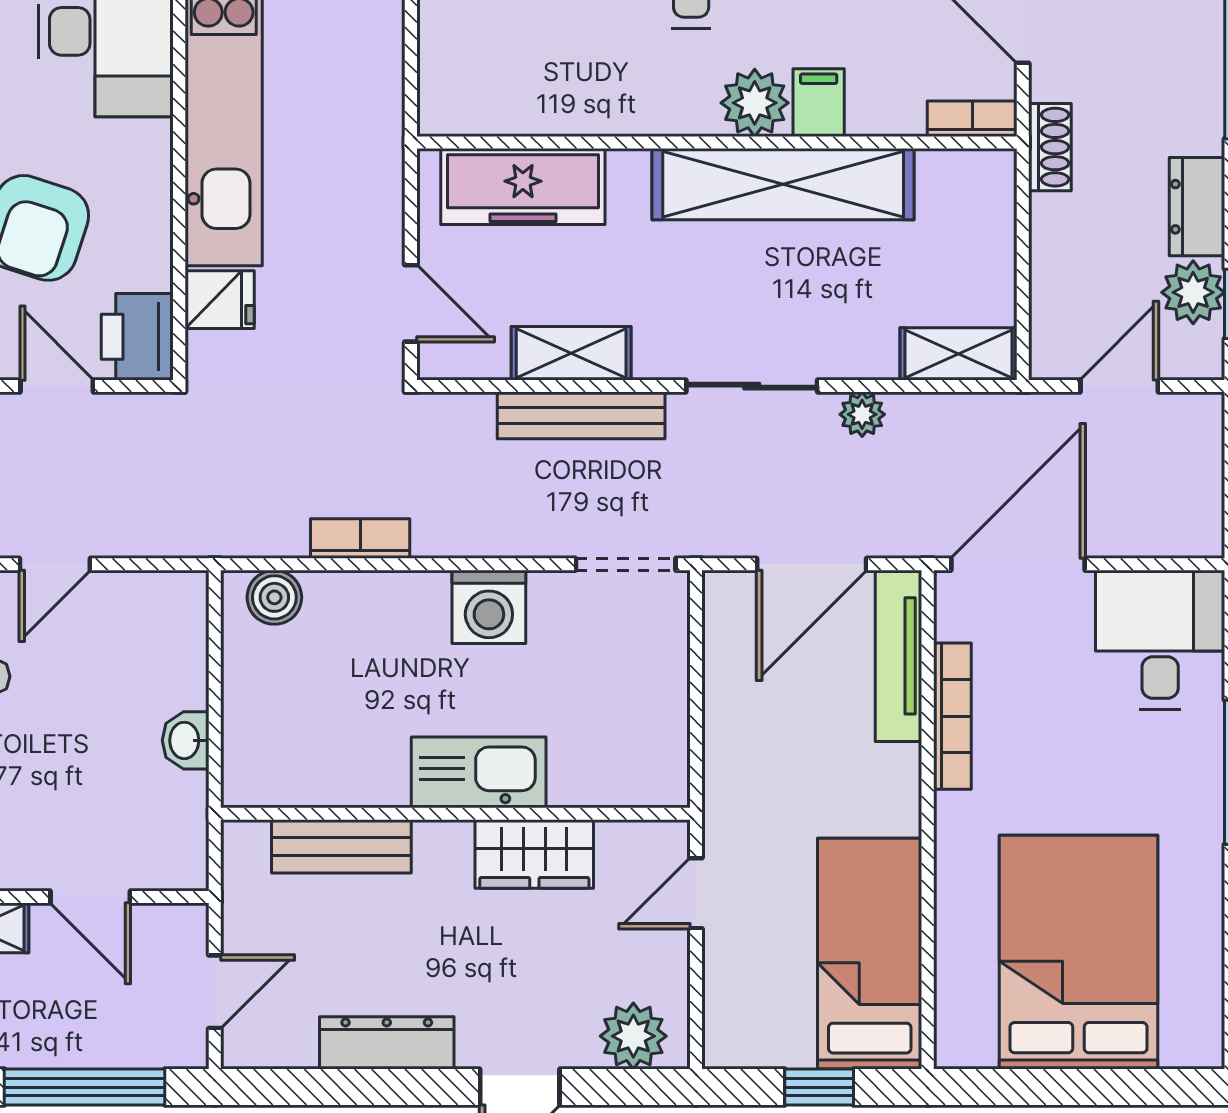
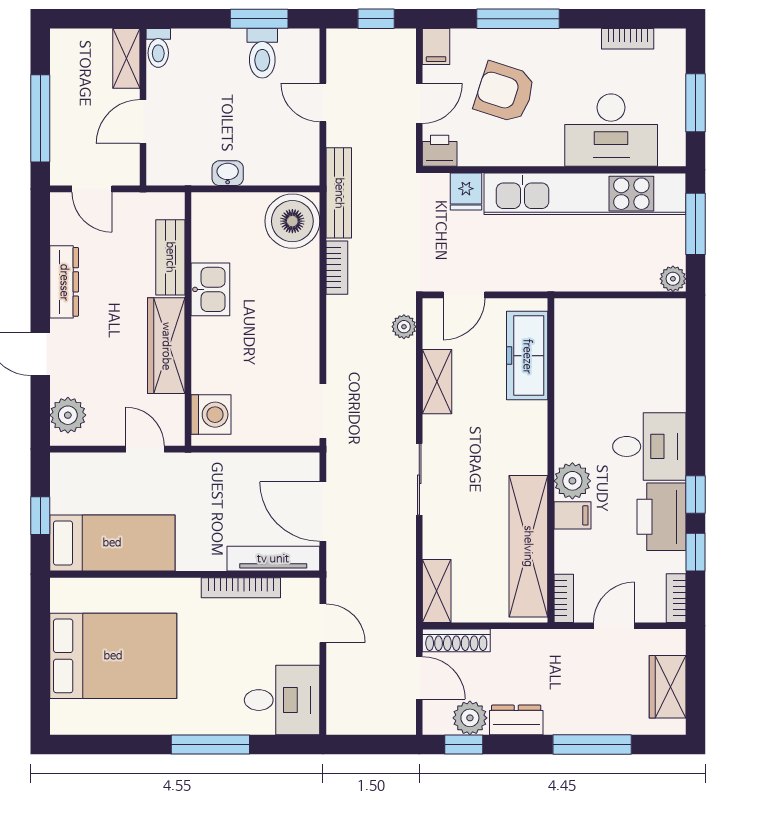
shoe rack: (1050, 147) -> (456, 640), moved, width x1.43
shelving: (783, 184) -> (528, 546), moved
printer: (137, 337) -> (440, 151), width x0.73, depth x0.81
plant: (862, 414) -> (404, 327), moved
bench: (581, 415) -> (339, 193), moved
door: (1018, 564) -> (323, 623), width x0.53
boiler: (274, 597) -> (292, 221), width x1.86, depth x1.86
washing machine: (489, 607) -> (211, 415), moved, turned 180
kitchen sink: (479, 772) -> (210, 289), moved, width x0.73
wardrobe: (534, 854) -> (166, 346), width x1.50

